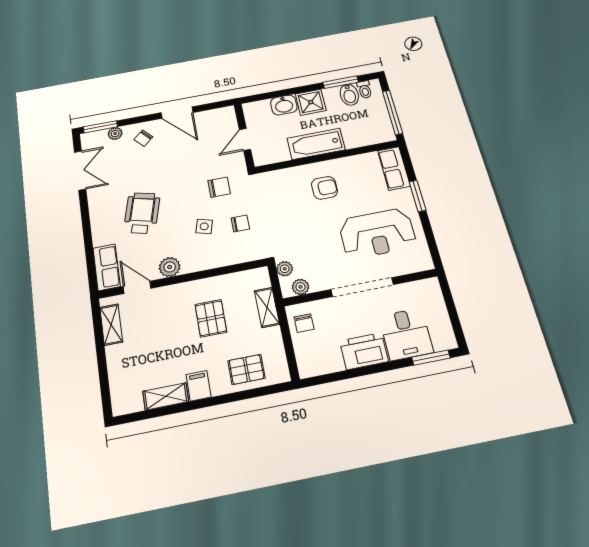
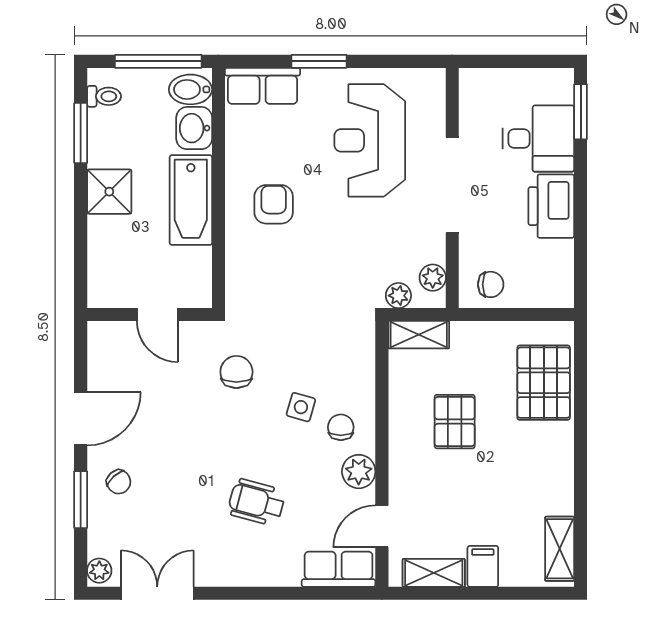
bidet: (349, 95) -> (190, 89), moved, turned 180
washbasin: (284, 105) -> (194, 128), moved, turned 180
window: (100, 127) -> (81, 500), moved
plant: (115, 134) -> (99, 571), moved
wheelchair: (142, 213) -> (256, 502), width x0.73, depth x0.73
chair: (240, 223) -> (341, 427), moved
reception desk: (377, 233) -> (370, 140), turned 180
shelving: (267, 307) -> (419, 335), moved
pallet: (211, 318) -> (455, 422), turned 90
pallet: (246, 369) -> (544, 383), width x1.50, depth x1.42
filing cabinet: (199, 386) -> (483, 566), moved, turned 90
shelving: (166, 396) -> (560, 549), moved

